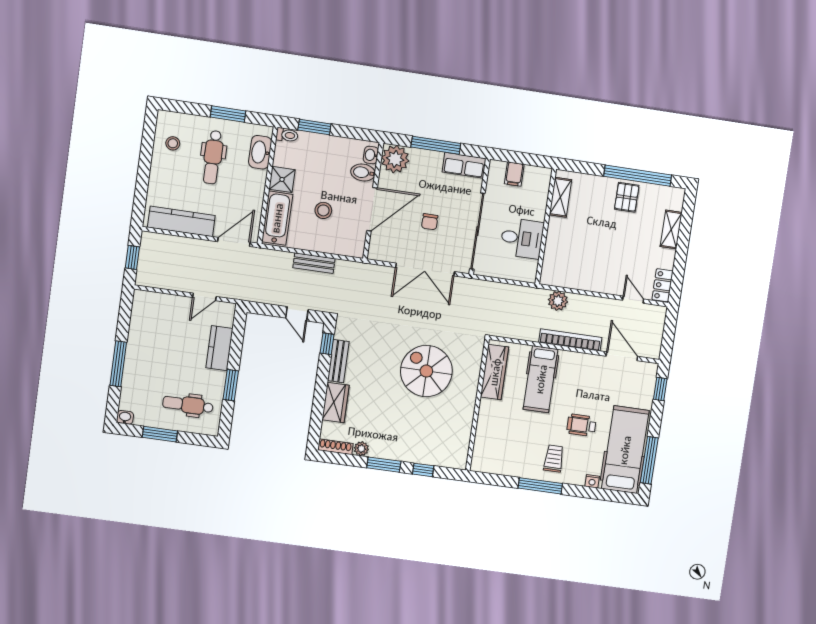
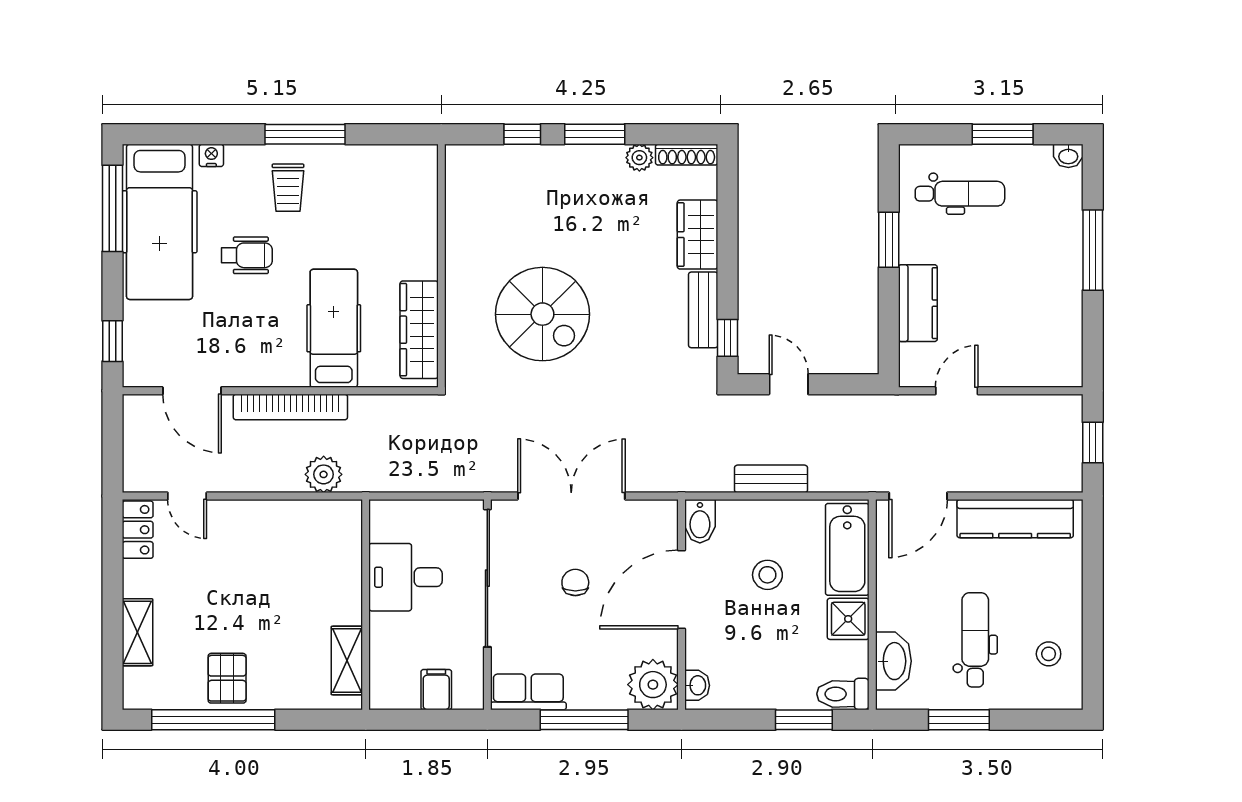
toilet: (287, 135) -> (843, 694), width x1.37, depth x1.39
bidet: (363, 172) -> (700, 521), moved, turned 90

